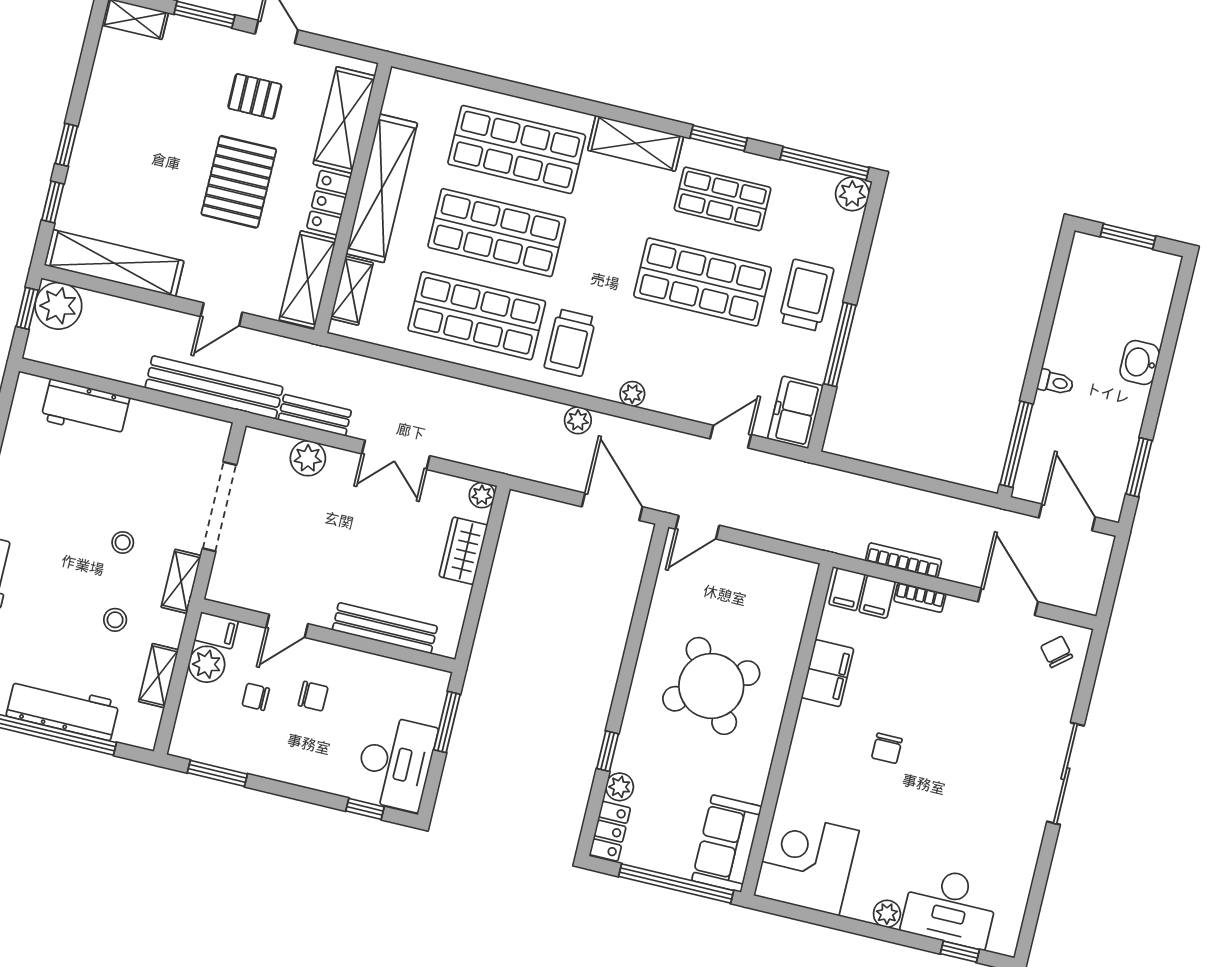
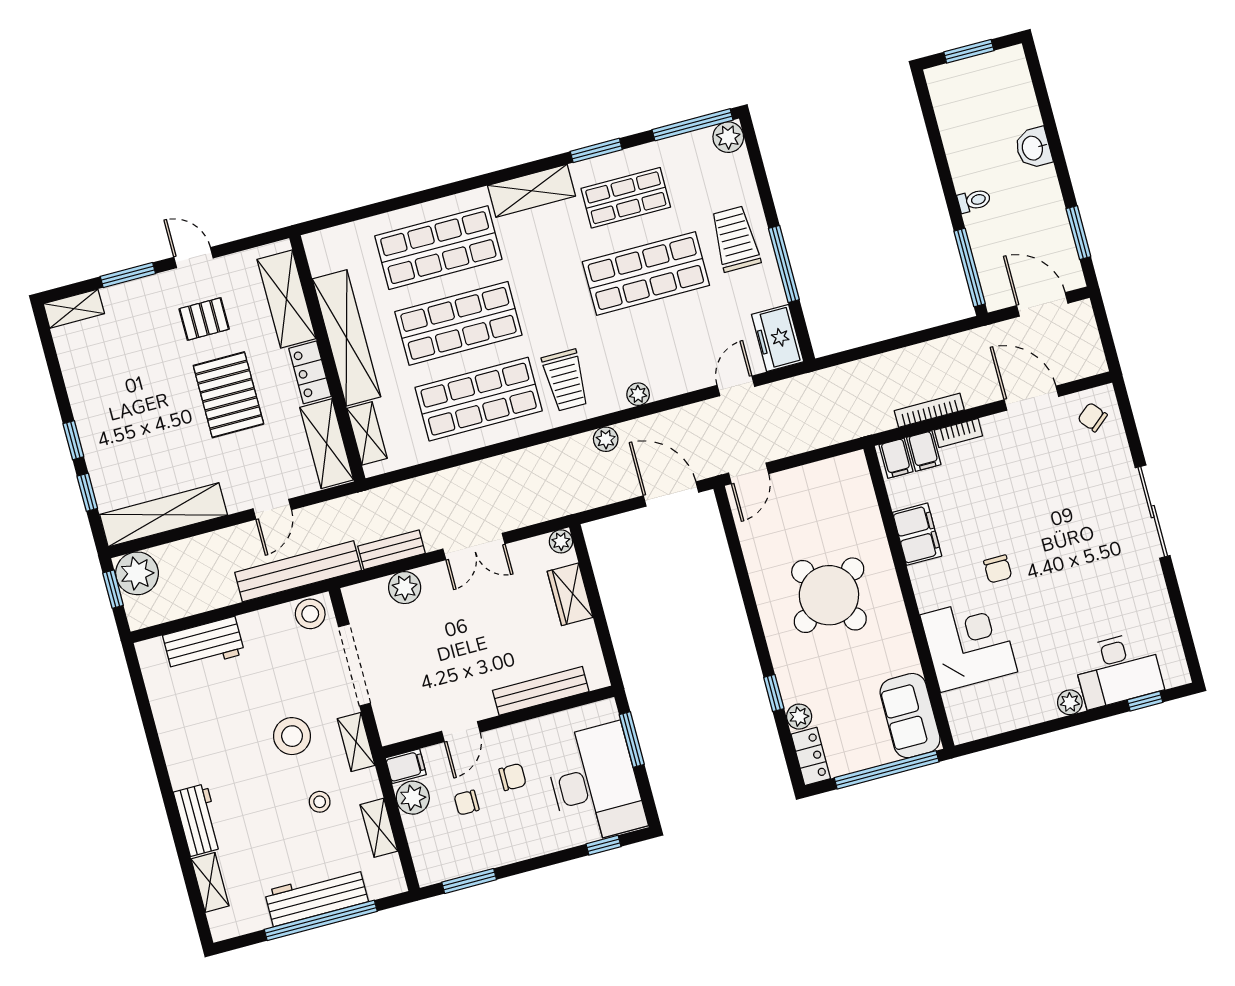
stool: (204, 435) -> (310, 614), added
stool: (123, 542) -> (292, 736), width x1.89, depth x1.89
desk: (395, 763) -> (595, 783), width x1.36, depth x1.30
corner desk: (806, 863) -> (969, 643), moved, turned 90

